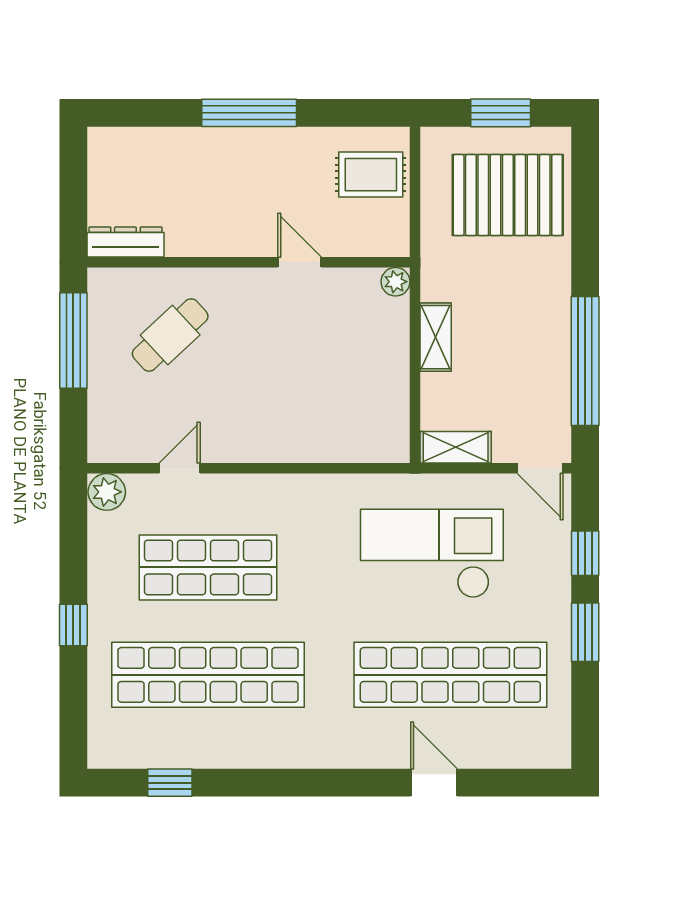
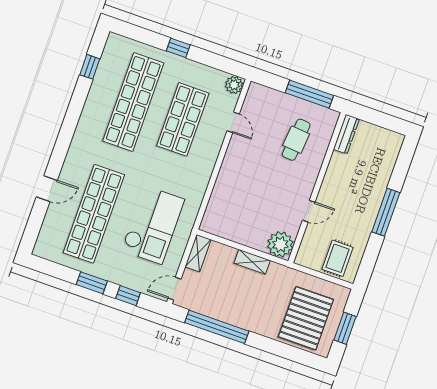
plant: (395, 282) -> (280, 244), width x1.88, depth x1.88
cafe table: (170, 335) -> (296, 140), turned 48

